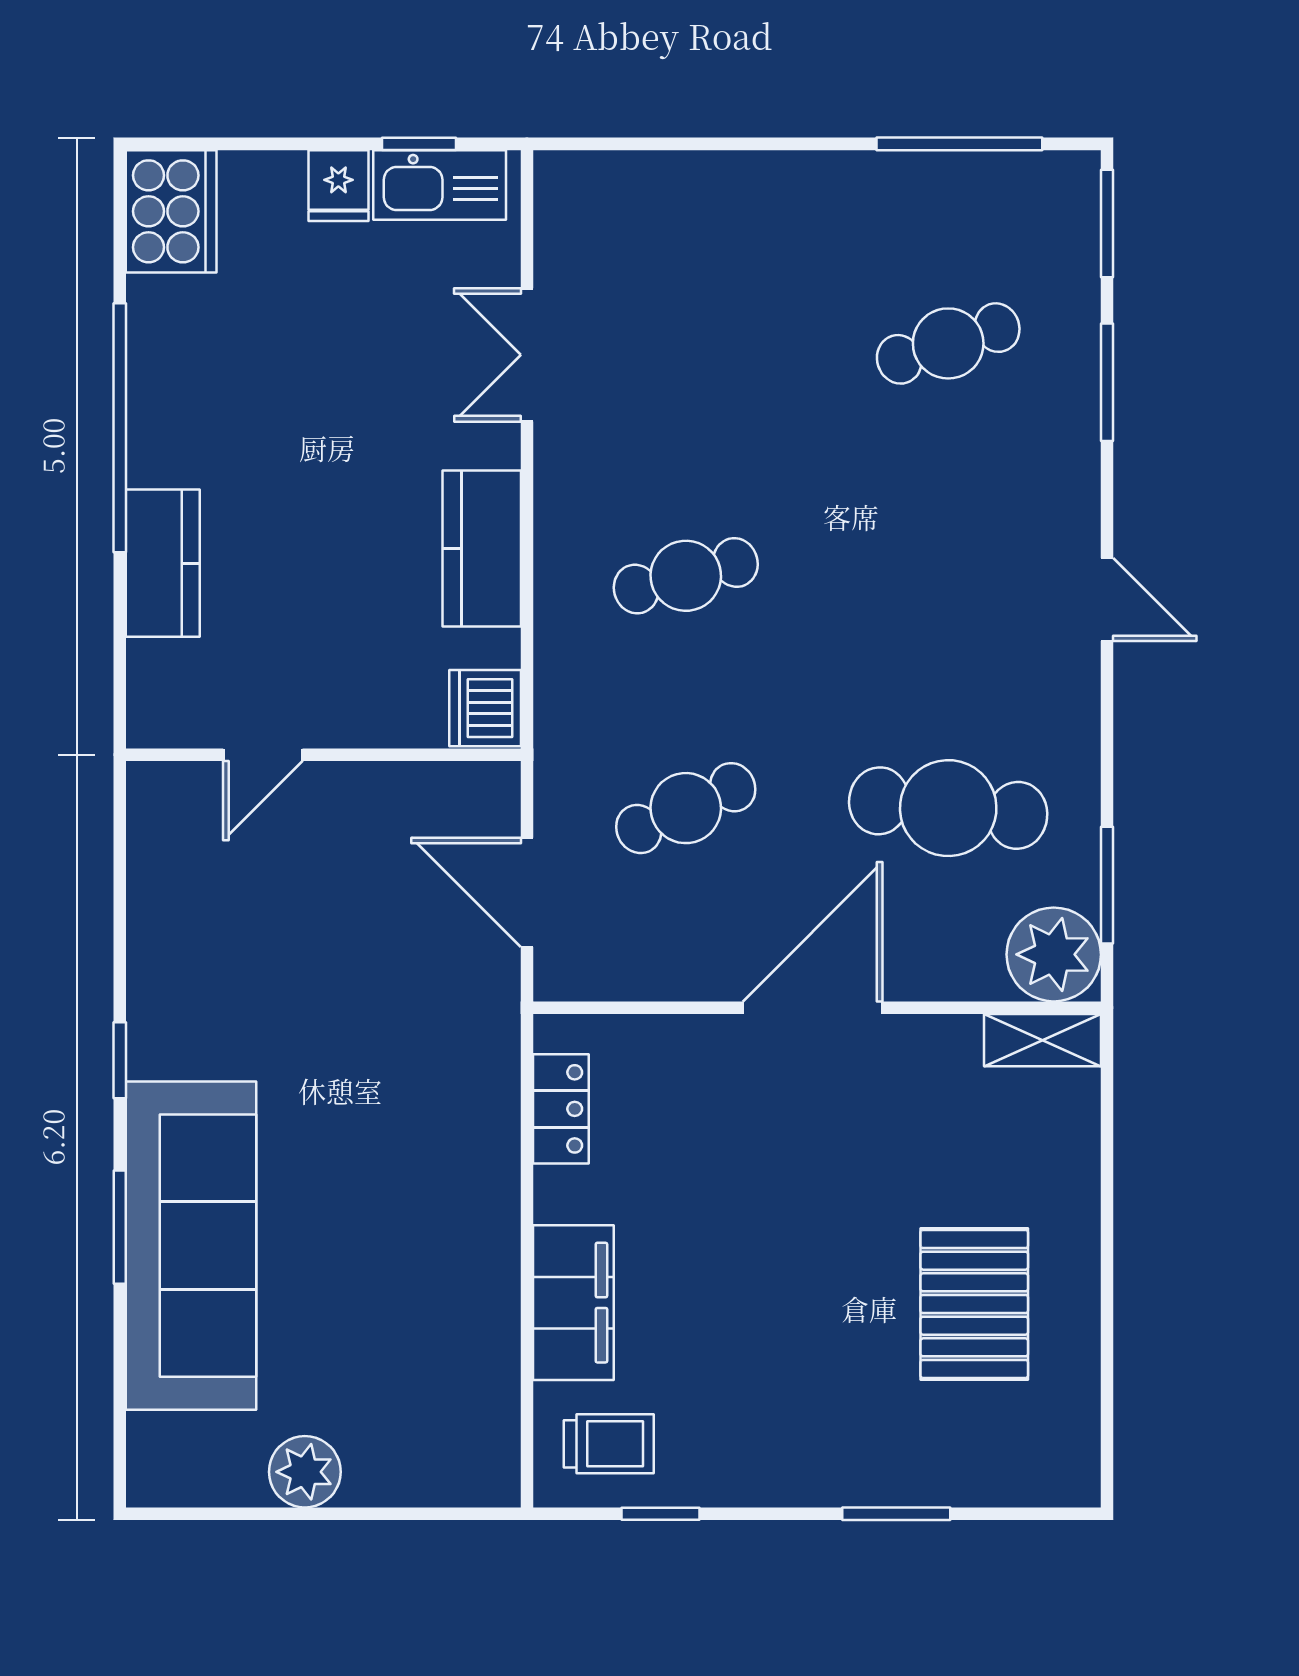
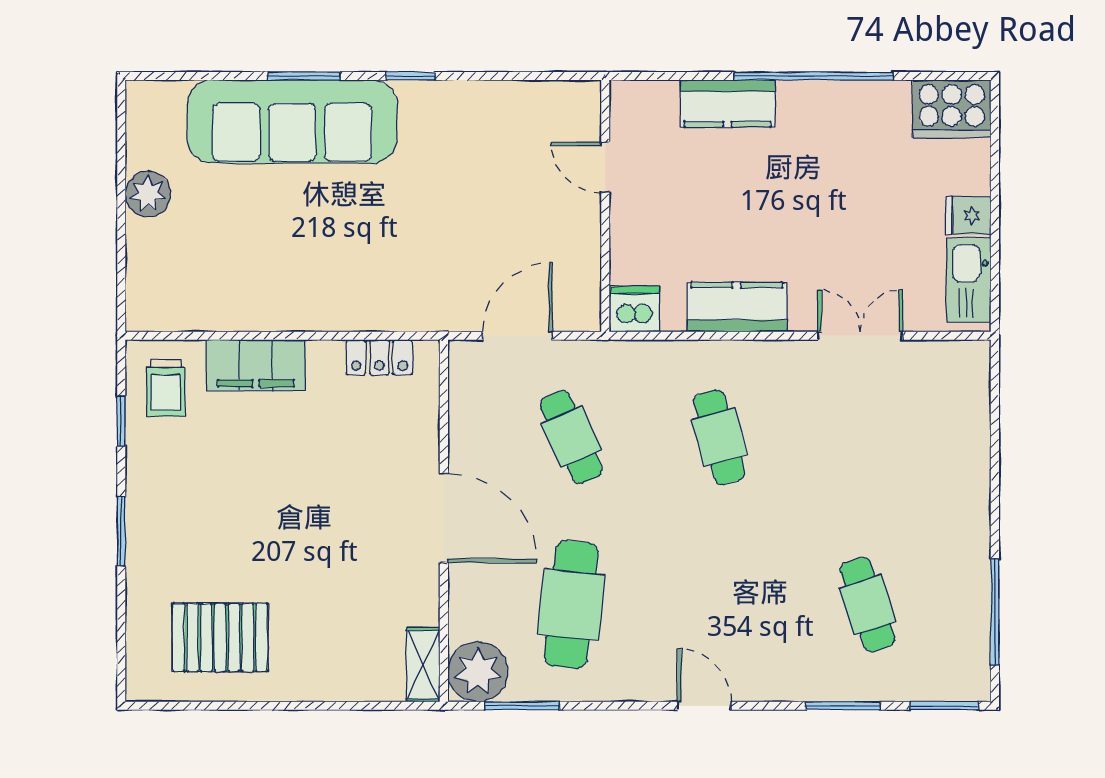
window: (419, 144) -> (995, 267), removed
door: (1107, 600) -> (704, 706), swing flipped
pallet: (974, 1304) -> (220, 637), moved
window: (896, 1514) -> (121, 531), moved

